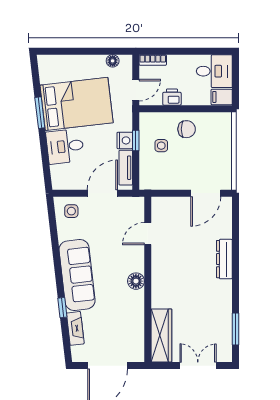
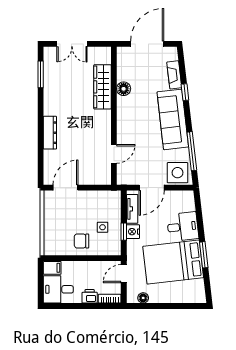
printer: (172, 97) -> (90, 296), moved, turned 180
side table: (71, 211) -> (178, 173), width x1.87, depth x1.87
window: (54, 237) -> (192, 151), added
floor lamp: (136, 281) -> (124, 89), moved
wardrobe: (161, 335) -> (102, 87), moved

